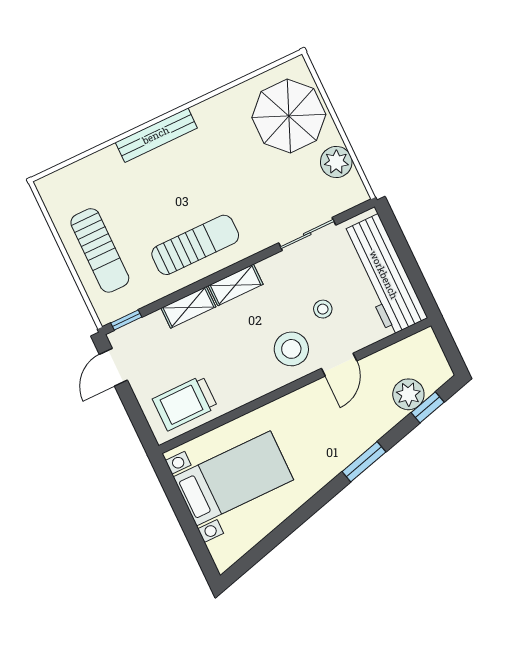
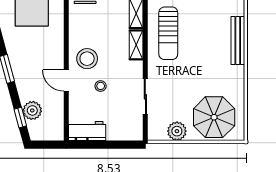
workbench: (384, 275) -> (87, 131), width x0.53, depth x0.76

